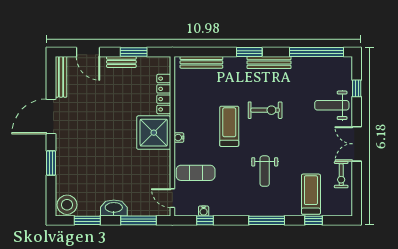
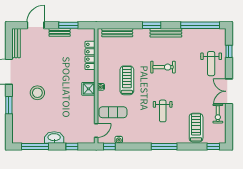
door: (88, 52) -> (36, 25), swing flipped
weight bench: (332, 105) -> (211, 64), turned -90
treadmill: (229, 126) -> (127, 80), moved
shower: (154, 133) -> (88, 89), width x0.54, depth x0.54
door: (172, 198) -> (96, 130), swing flipped
stool: (67, 205) -> (37, 93), moved
window: (87, 220) -> (35, 146), width x1.44
window: (139, 220) -> (72, 146), width x0.46
window: (205, 220) -> (109, 146), moved
window: (313, 220) -> (213, 146), moved

